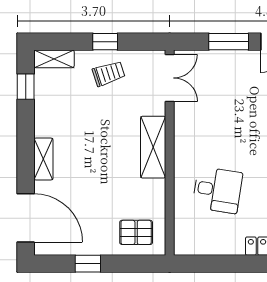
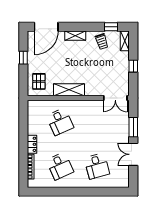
trolley: (109, 74) -> (102, 42), moved
shelving: (153, 147) -> (69, 90), moved
desk: (217, 190) -> (60, 122), turned -33

